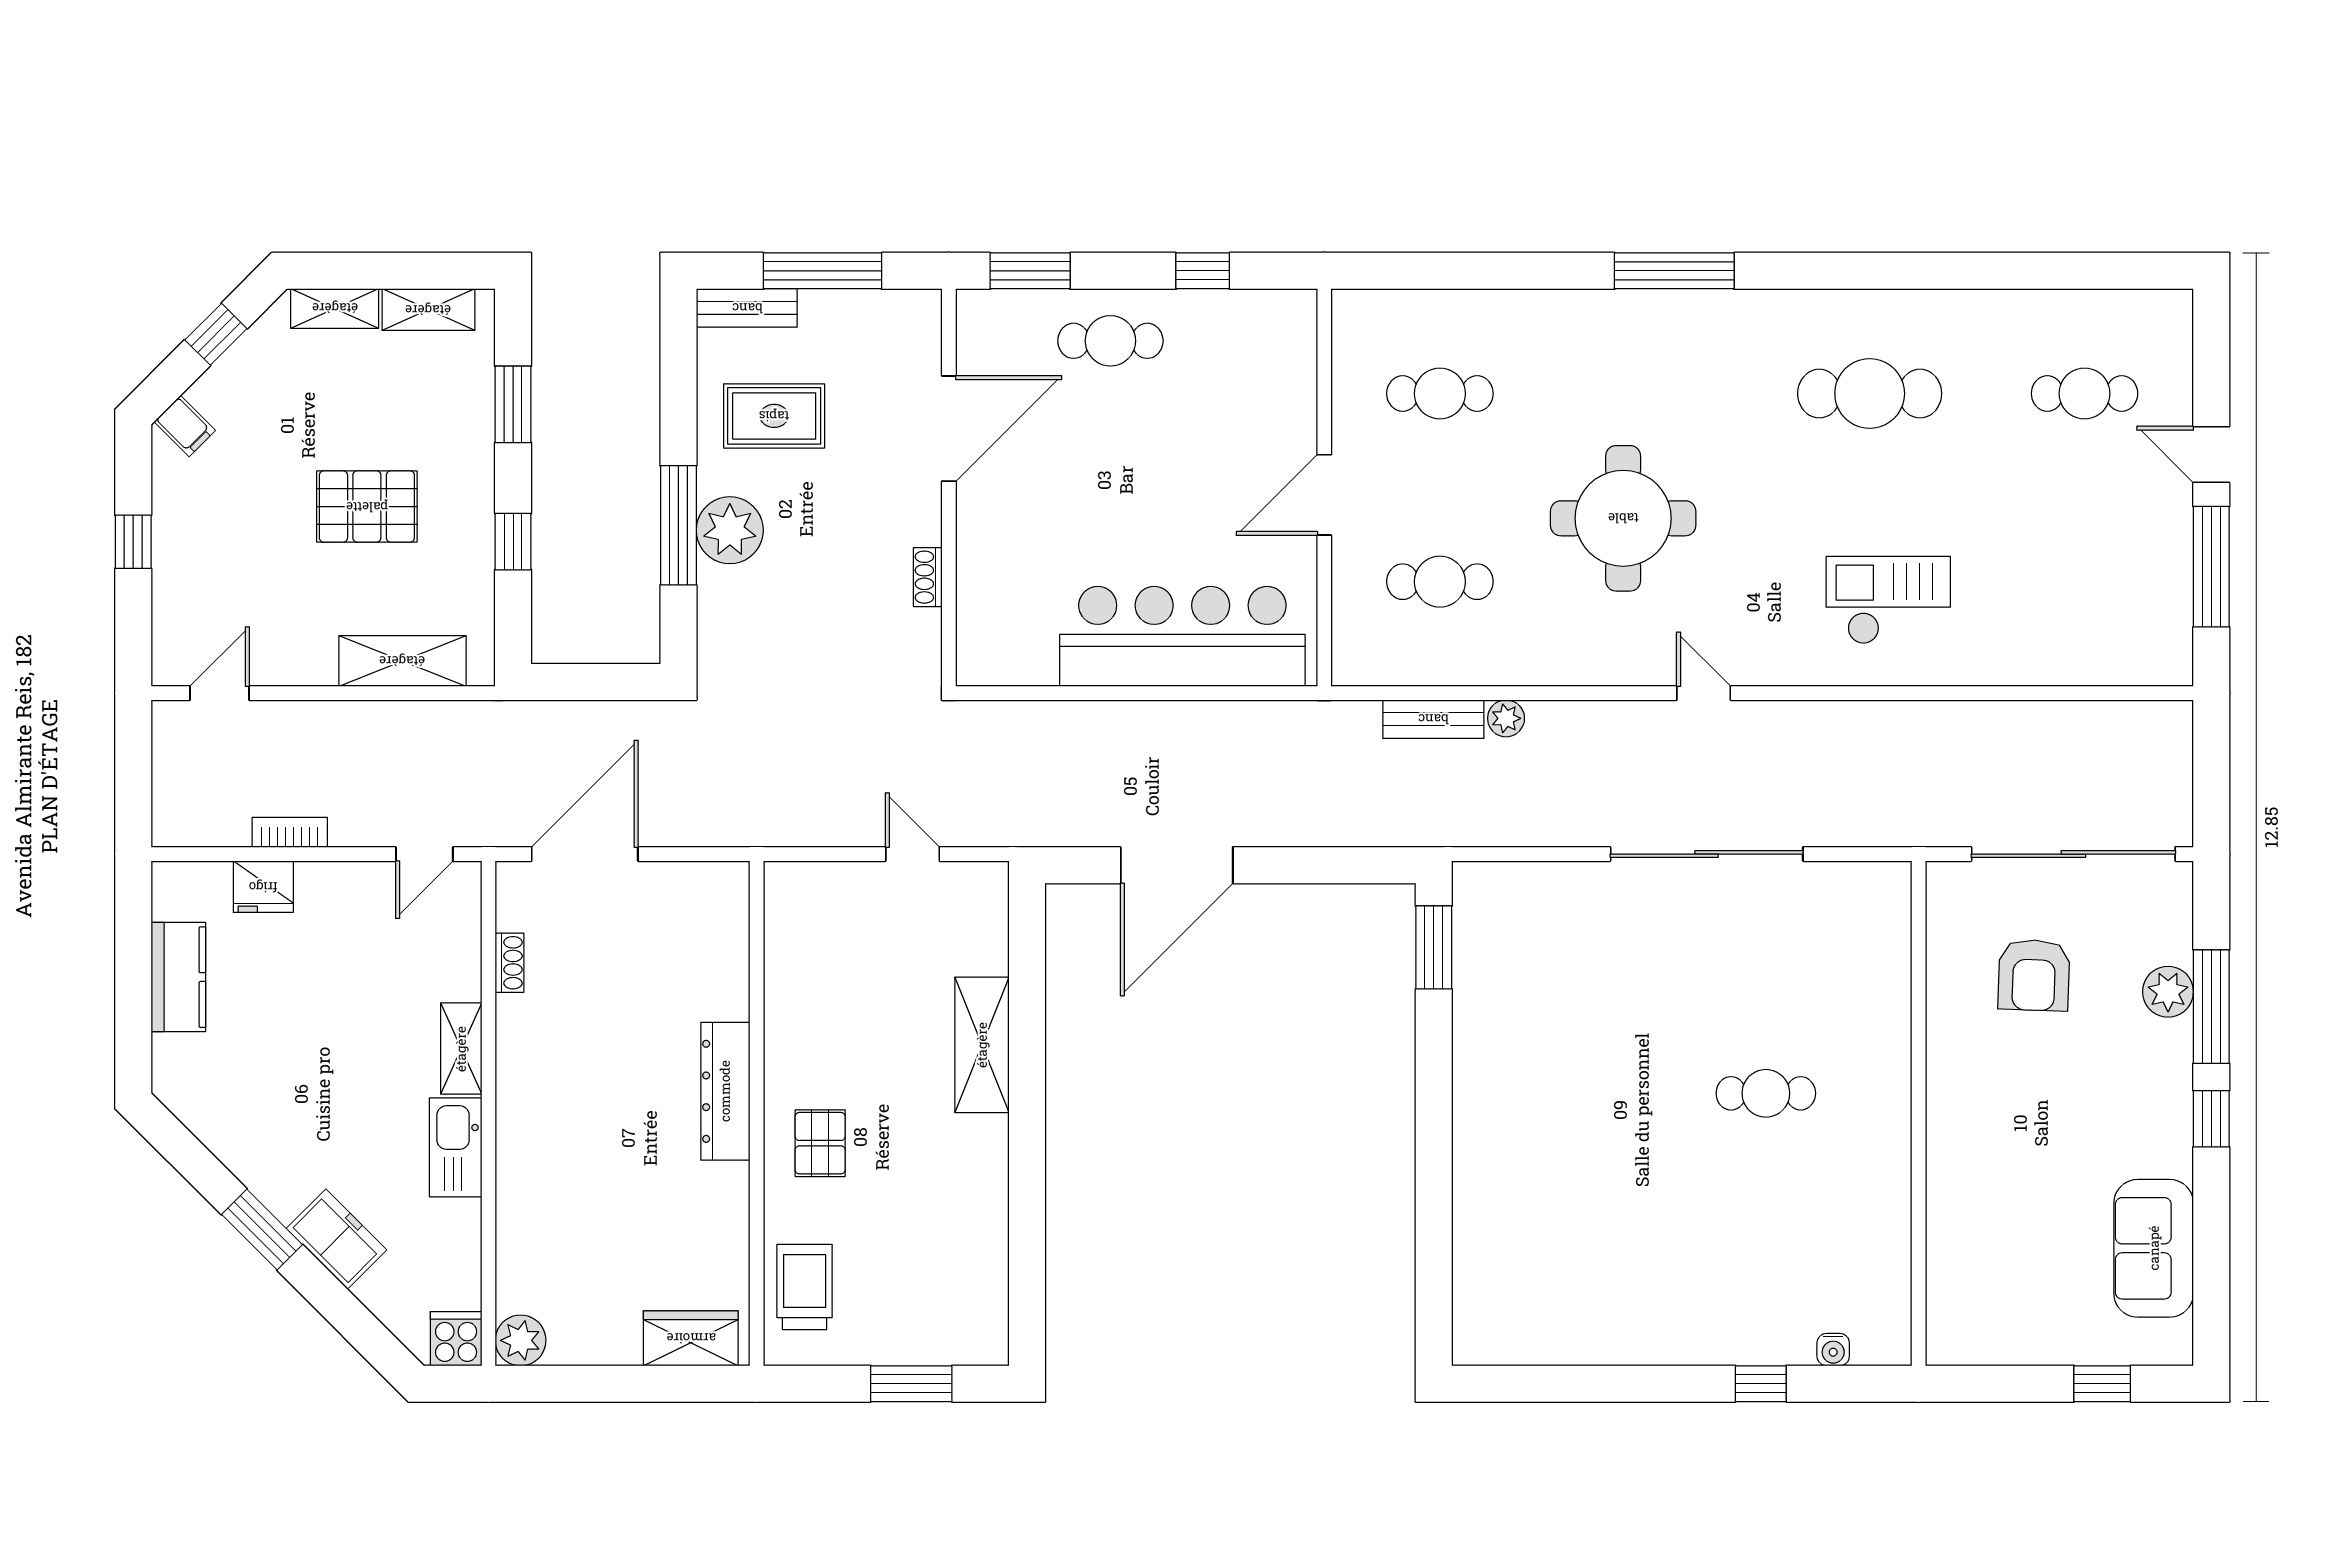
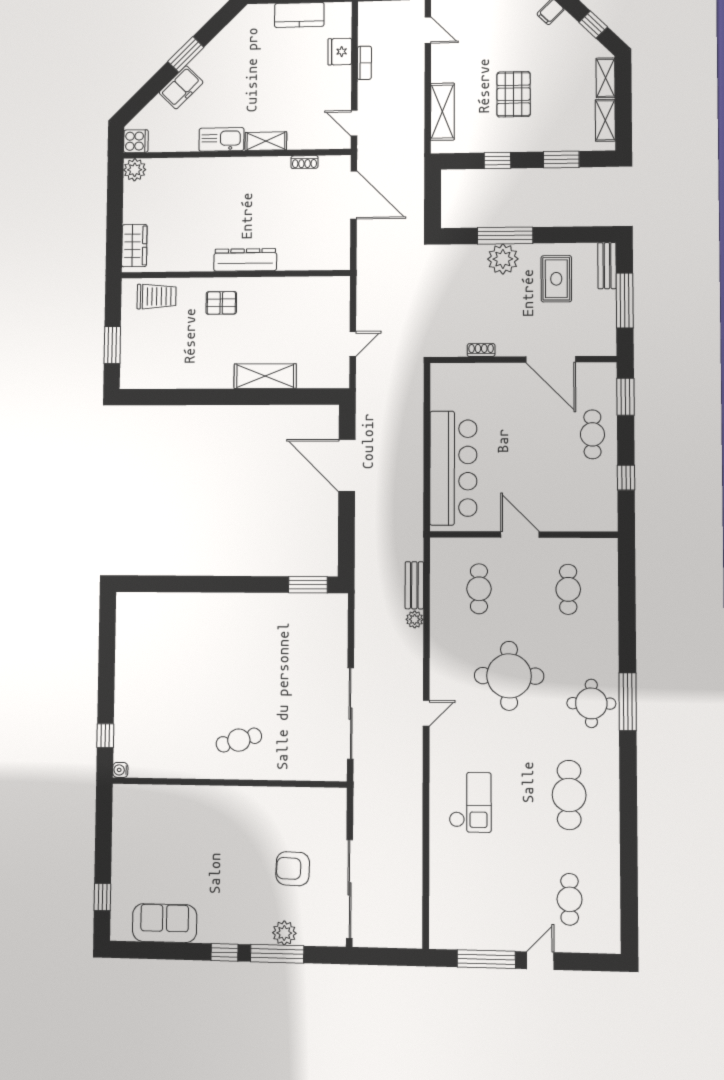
round table: (1679, 346) -> (591, 703), added
cafe table: (1766, 1093) -> (239, 740), turned 74
wall: (1919, 1113) -> (229, 783), moved

